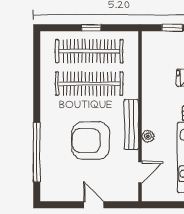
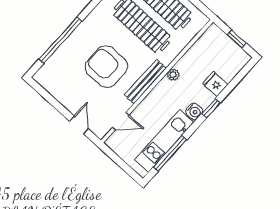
plant: (148, 136) -> (173, 75), moved
door: (94, 205) -> (79, 125), moved

